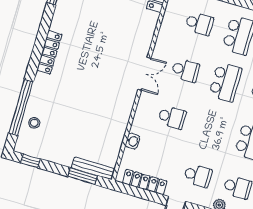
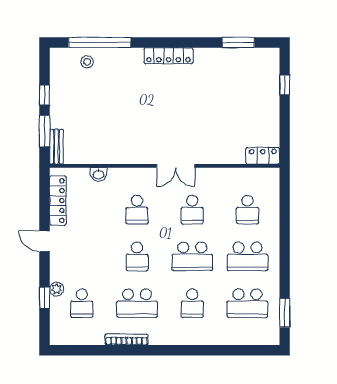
window: (30, 161) -> (45, 95), moved
bench: (93, 168) -> (56, 147), width x0.73
school desk: (198, 176) -> (137, 256), moved

